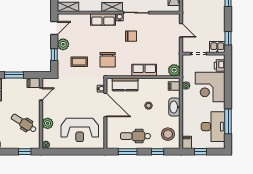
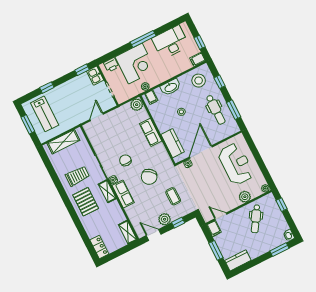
chair: (108, 60) -> (149, 177), moved, turned 128
window: (228, 121) -> (143, 39), moved

